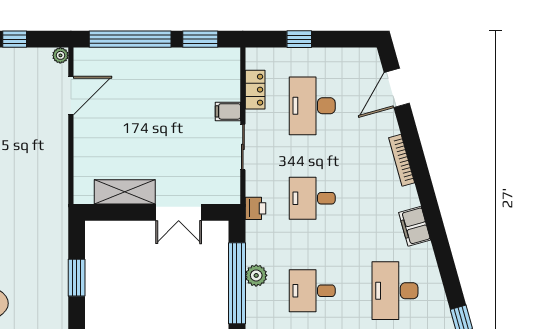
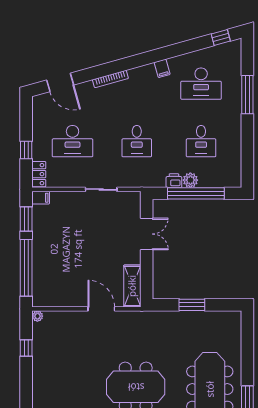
locker: (255, 90) -> (39, 174), moved, turned 90
door: (71, 96) -> (101, 309), moved
filing cabinet: (228, 111) -> (41, 198), moved, turned -90
shelving: (125, 192) -> (132, 286), moved
printer: (255, 208) -> (174, 181), moved
filing cabinet: (415, 226) -> (162, 68), width x0.50

